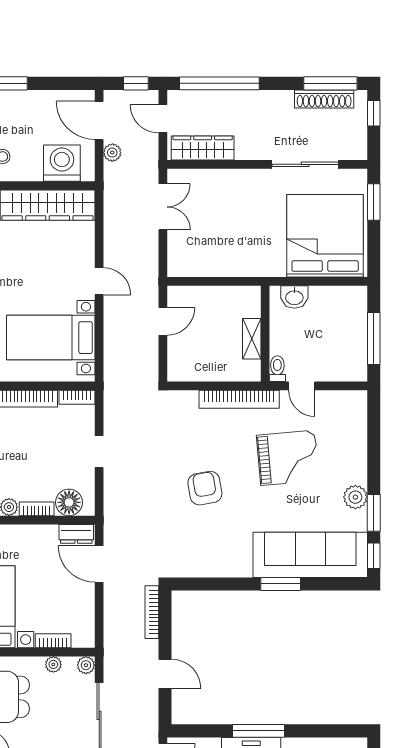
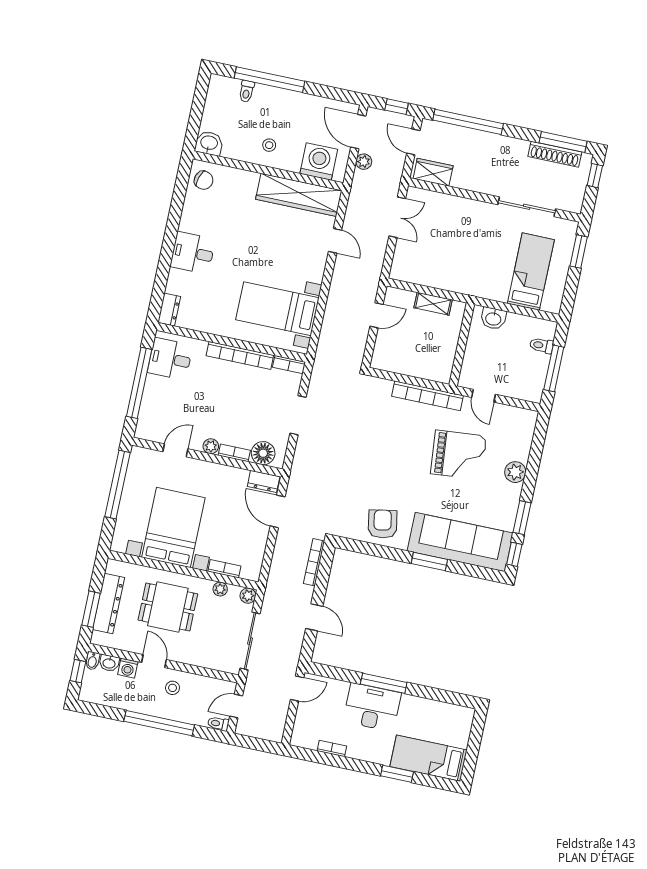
wardrobe: (203, 148) -> (433, 172), width x0.67
bed: (325, 236) -> (531, 272), width x0.49
door: (99, 281) -> (335, 241), moved
shelving: (252, 339) -> (433, 304), moved, turned 90
toilet: (277, 369) -> (541, 345), moved, turned -90
doorway: (99, 452) -> (298, 415), width x1.38
armchair: (205, 488) -> (383, 524), moved
plant: (355, 497) -> (515, 472), moved

